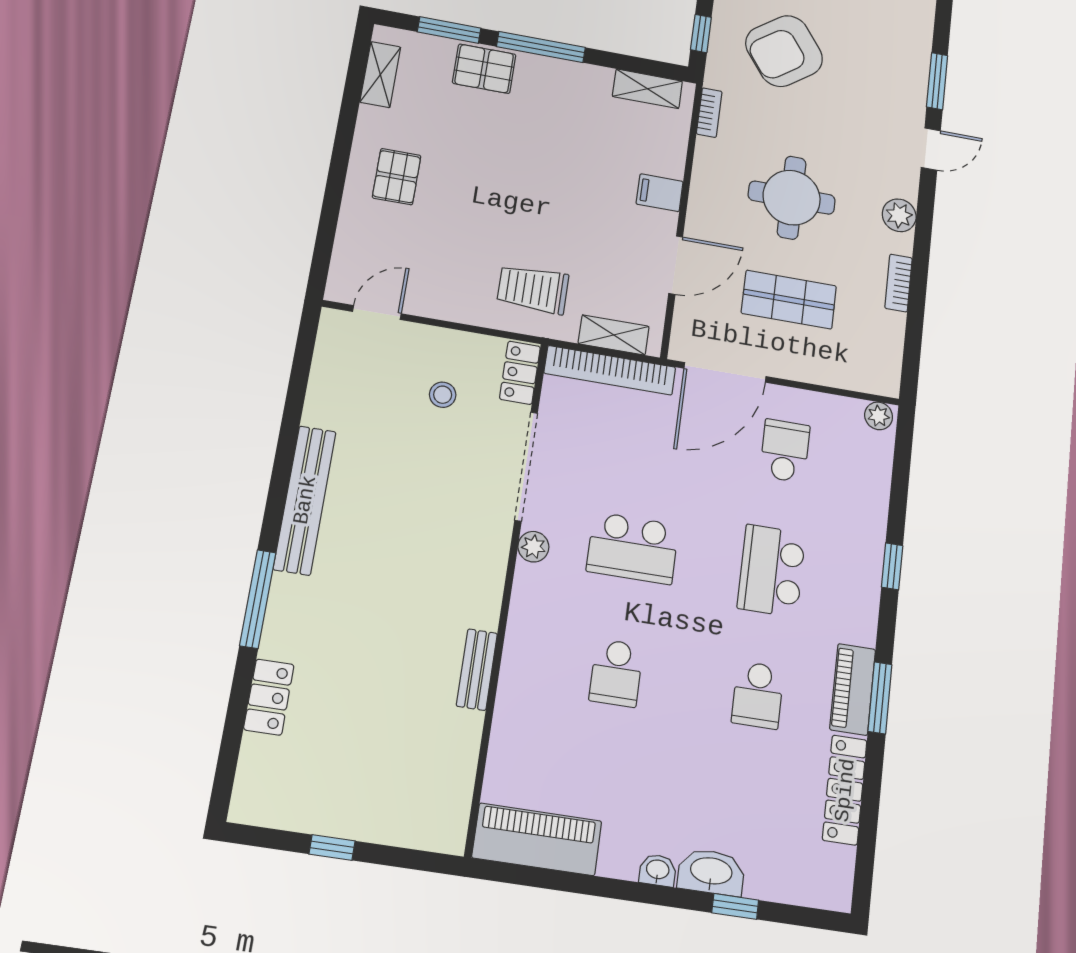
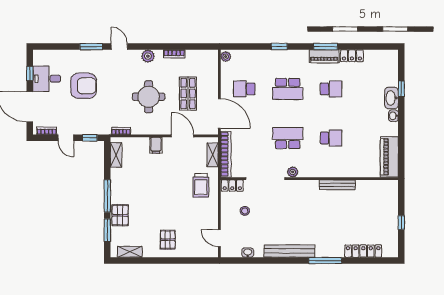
armchair: (784, 51) -> (84, 86), moved, turned -54
pallet: (397, 177) -> (168, 240), turned 90
washbasin: (322, 383) -> (248, 253), added
school desk: (633, 548) -> (288, 138), turned -90
bench: (477, 670) -> (337, 185), width x1.36
locker: (269, 697) -> (363, 251), width x1.53
locker: (845, 790) -> (352, 56), width x0.66

